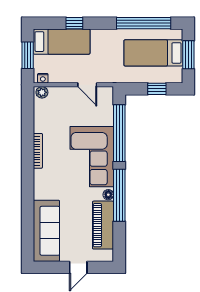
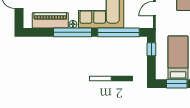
window: (157, 89) -> (151, 49), moved

